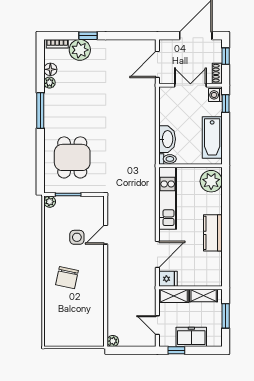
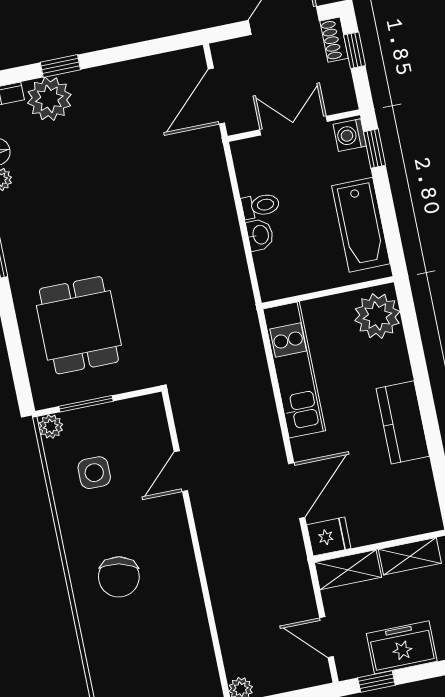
shoe rack: (217, 73) -> (334, 40), moved
washbasin: (167, 139) -> (260, 235), width x0.52, depth x0.69
toilet: (167, 159) -> (260, 206), moved
side table: (77, 237) -> (94, 473), moved

